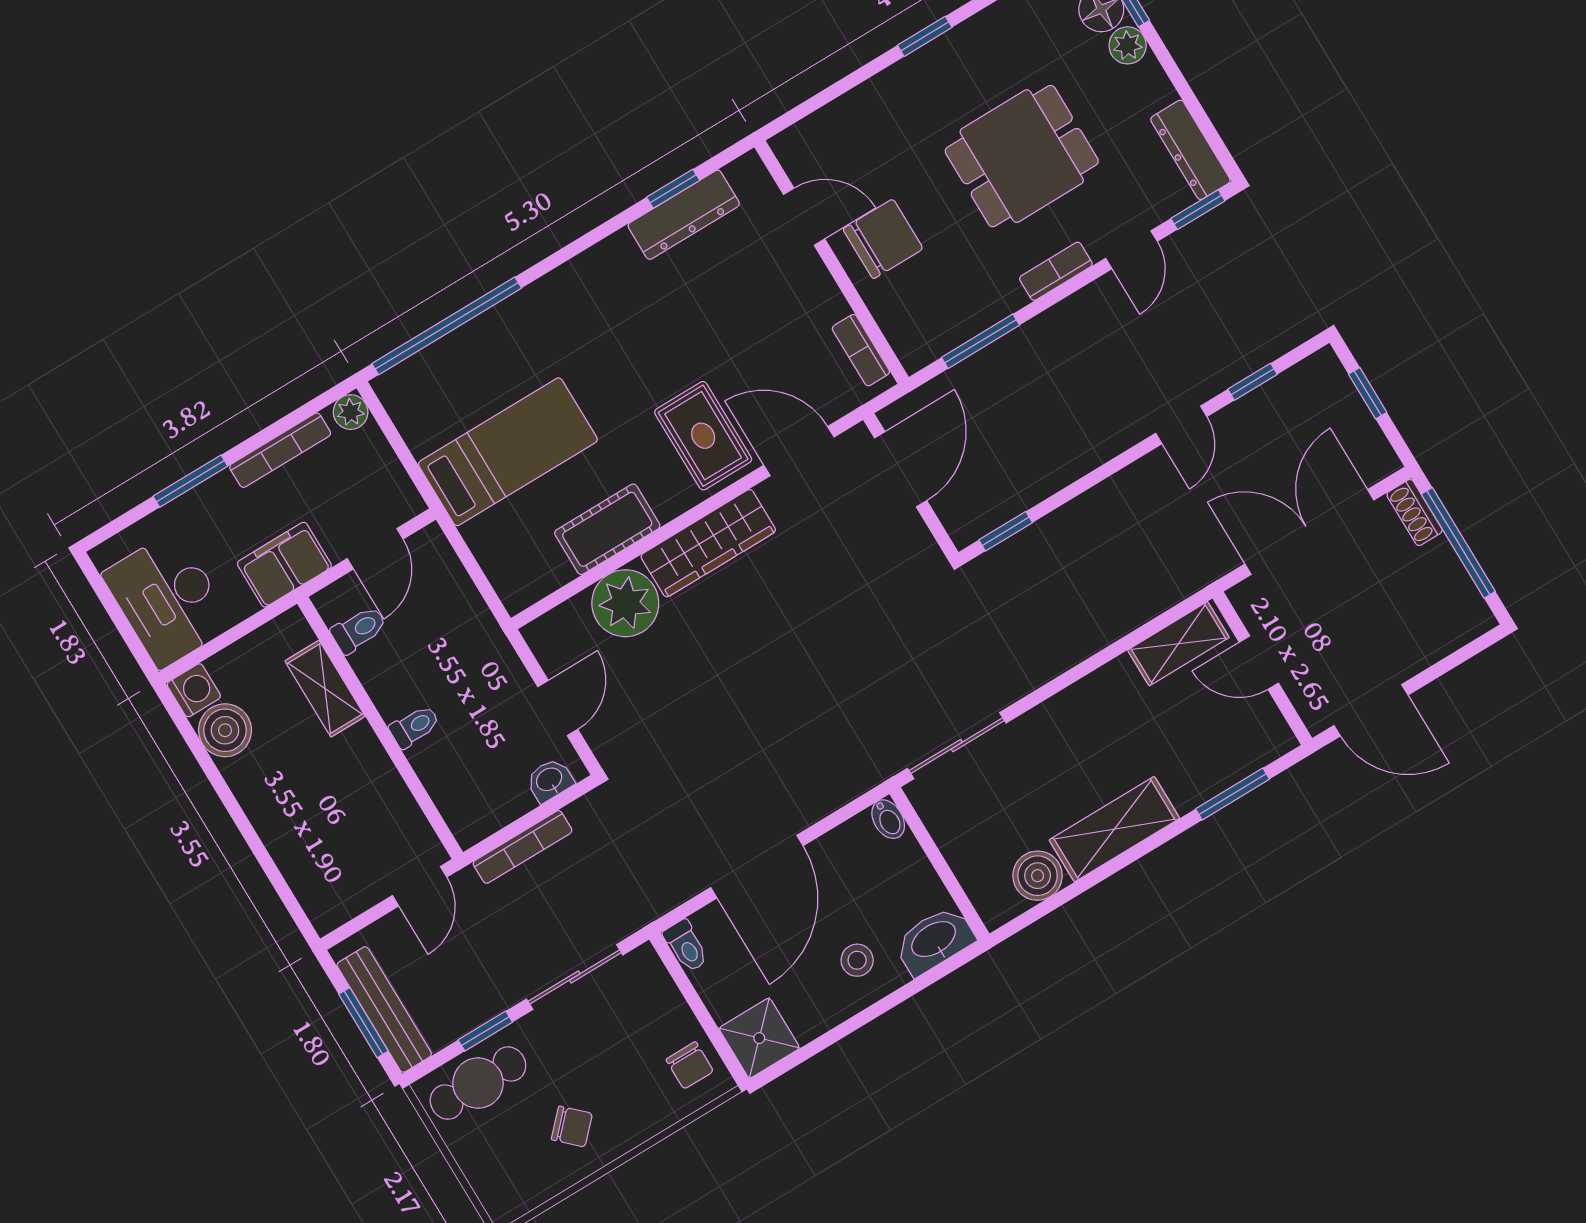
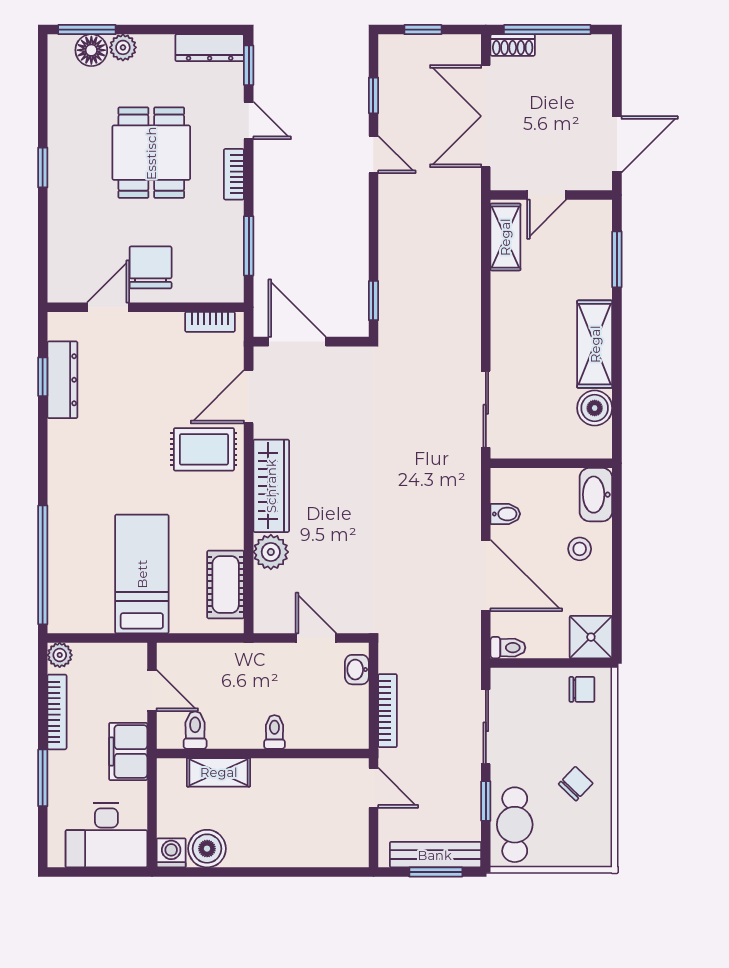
cot: (607, 529) -> (226, 585), moved
plant: (625, 603) -> (271, 552), width x0.73, depth x0.73
bidet: (888, 819) -> (505, 514), moved

